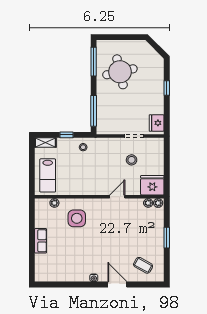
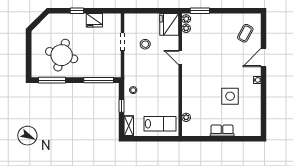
round table: (120, 72) -> (62, 55), turned 30
fridge: (157, 123) -> (94, 20), moved
side table: (77, 218) -> (230, 96), moved
window: (167, 238) -> (200, 11), moved

